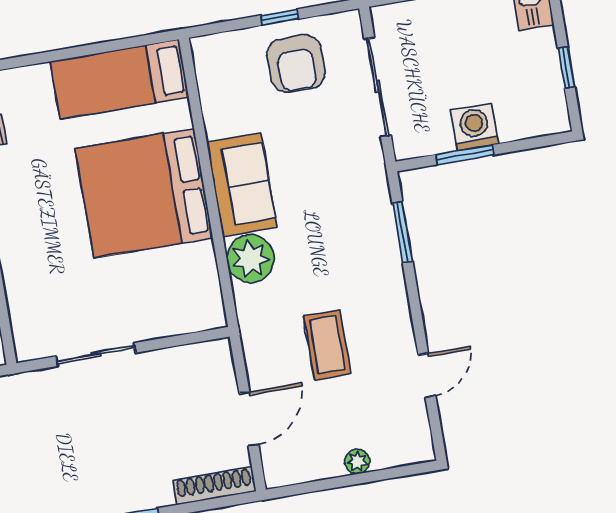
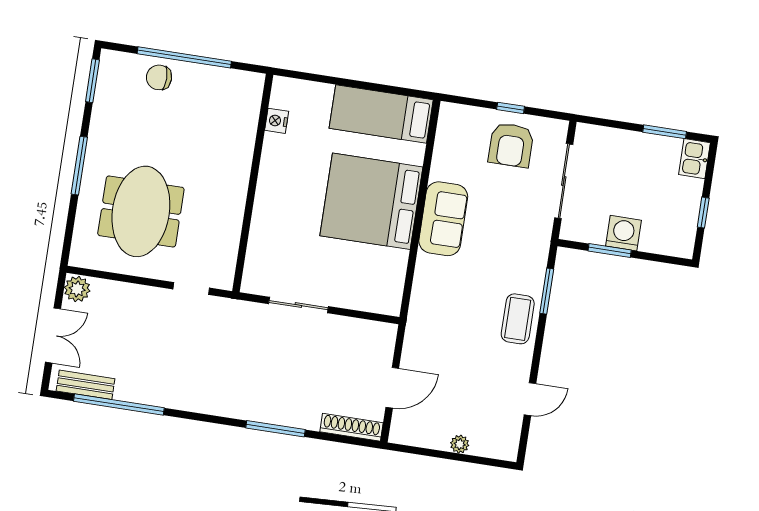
plant: (250, 259) -> (432, 274), removed
coffee table: (327, 345) -> (518, 319), moved

